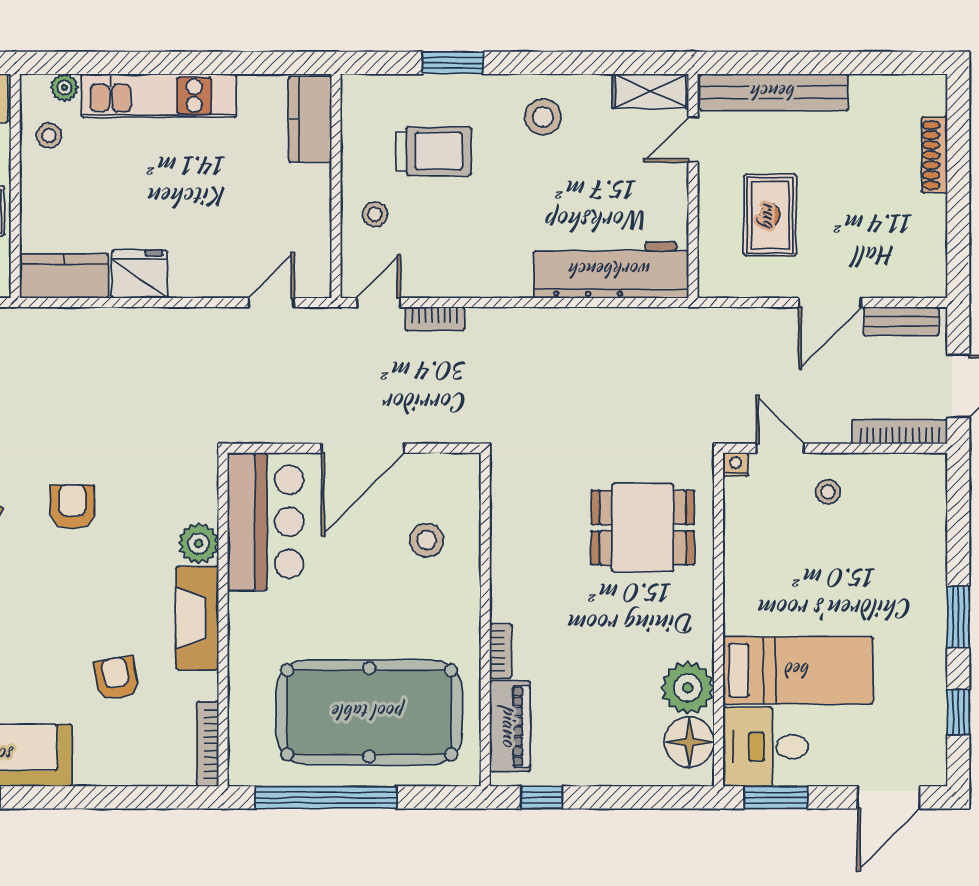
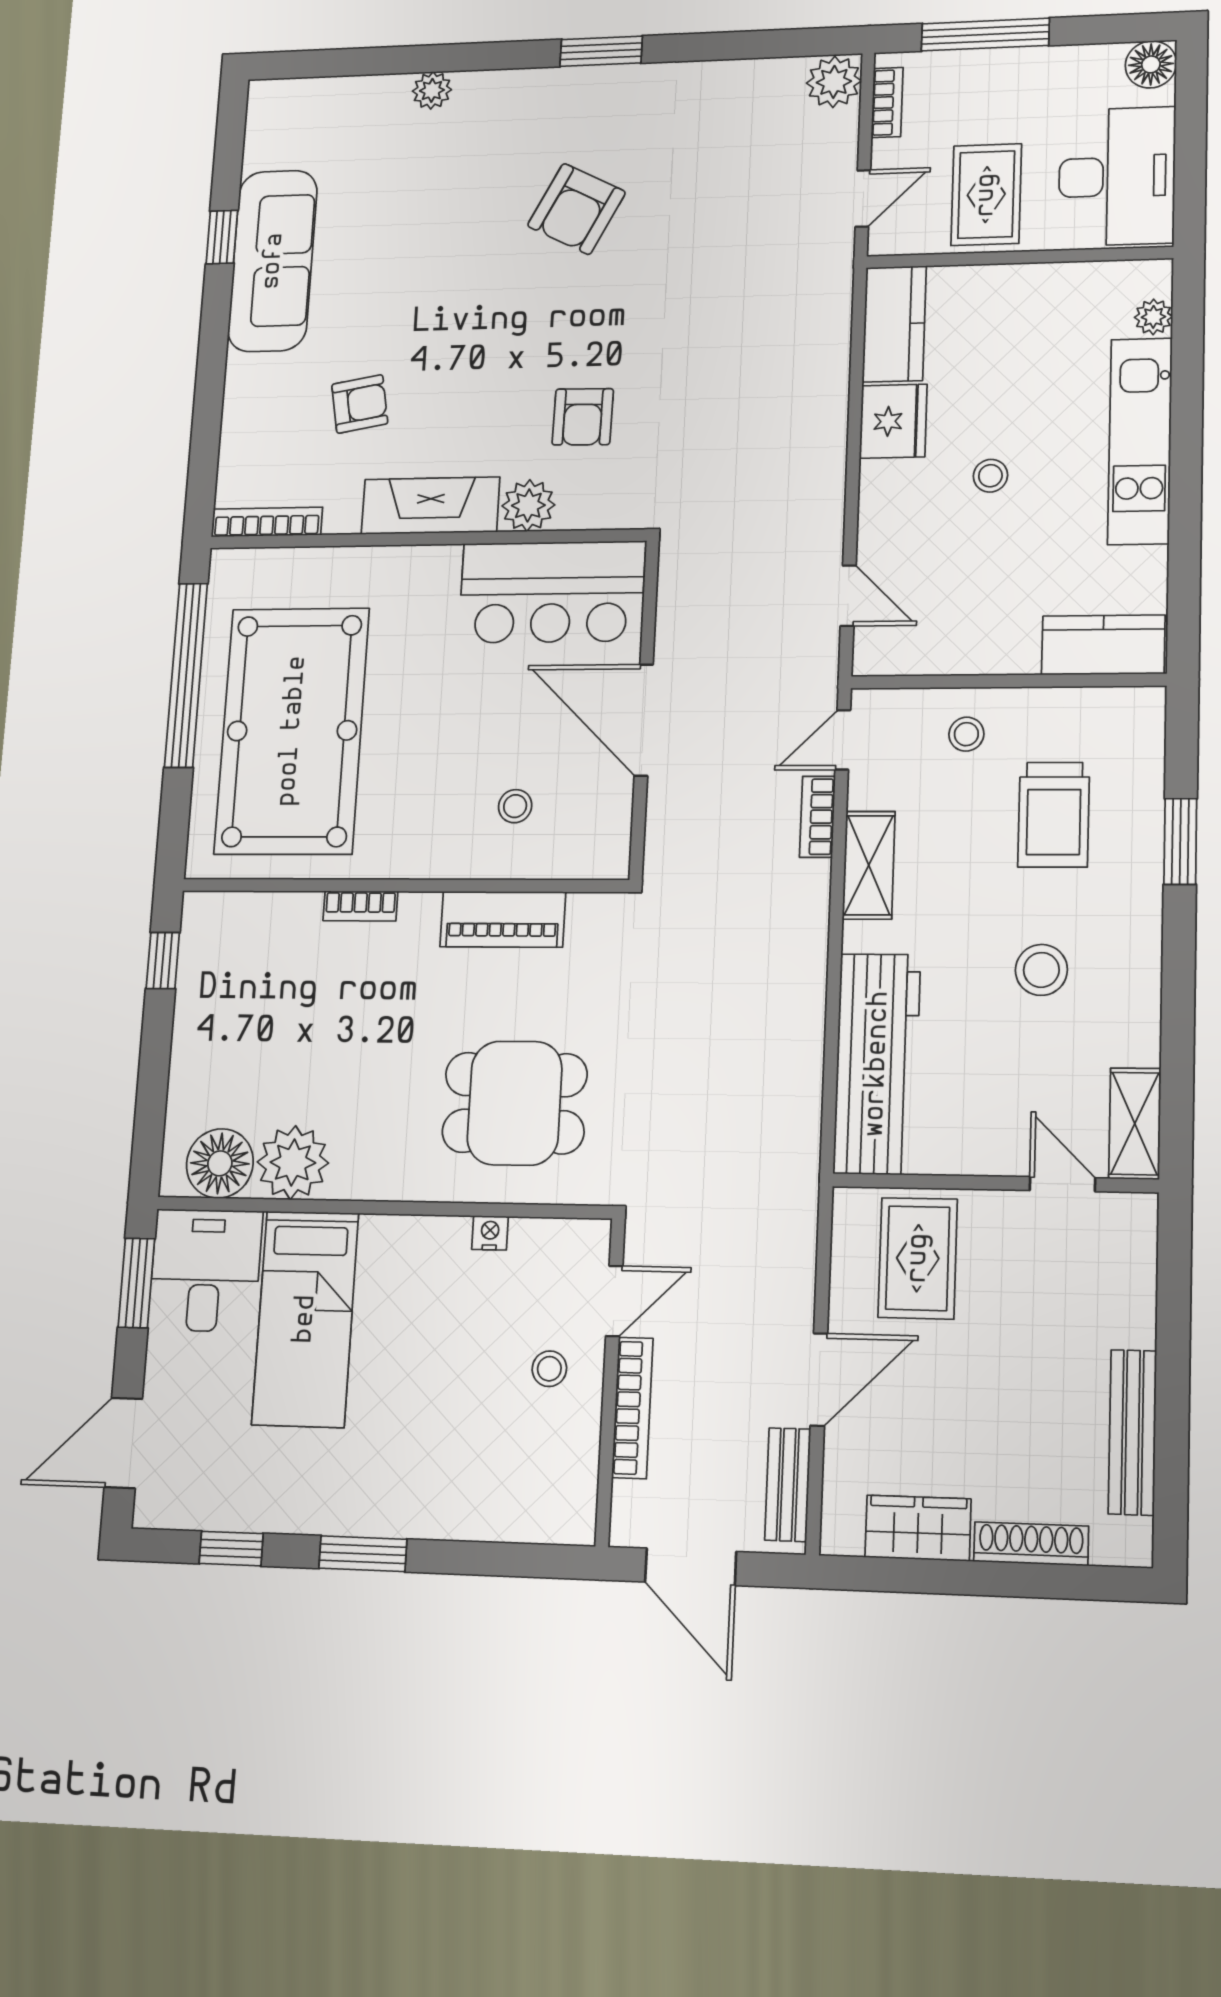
bench: (774, 92) -> (1132, 1432), moved, width x0.73, depth x0.82
stool: (543, 117) -> (1041, 970), moved
stool: (49, 136) -> (990, 476), moved
rug: (770, 215) -> (918, 1258), moved, turned 90
wardrobe: (927, 231) -> (918, 1528), added
shelving: (470, 281) -> (869, 865), added
door: (378, 303) -> (843, 740), swing flipped
door: (830, 303) -> (819, 1380), swing flipped
bookcase: (900, 432) -> (632, 1408), moved
nightstand: (736, 465) -> (490, 1233), moved, turned -90
armchair: (72, 507) -> (583, 417), moved, turned 91
dining table: (643, 528) -> (515, 1103), turned 90
stool: (427, 540) -> (515, 806), width x0.73, depth x0.73
piano: (510, 726) -> (503, 919), moved
door: (888, 797) -> (123, 1443), hinge flipped

